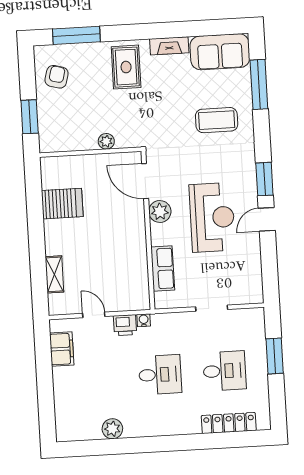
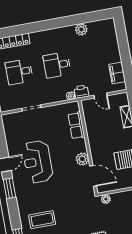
door: (145, 181) -> (93, 176), moved
plant: (160, 212) -> (82, 159), moved
wall: (148, 230) -> (88, 147), moved
row of seats: (163, 268) -> (76, 126), moved

